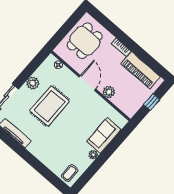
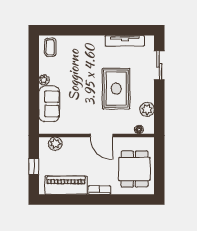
plant: (33, 83) -> (147, 109), moved
plant: (109, 92) -> (55, 144), moved

